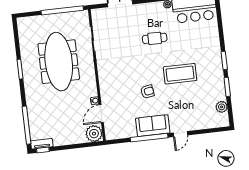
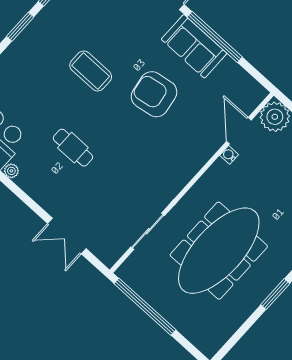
coffee table: (180, 74) -> (91, 71), width x0.73, depth x0.76
armchair: (147, 92) -> (154, 94), width x1.88, depth x1.88
door: (101, 114) -> (239, 131), swing flipped

